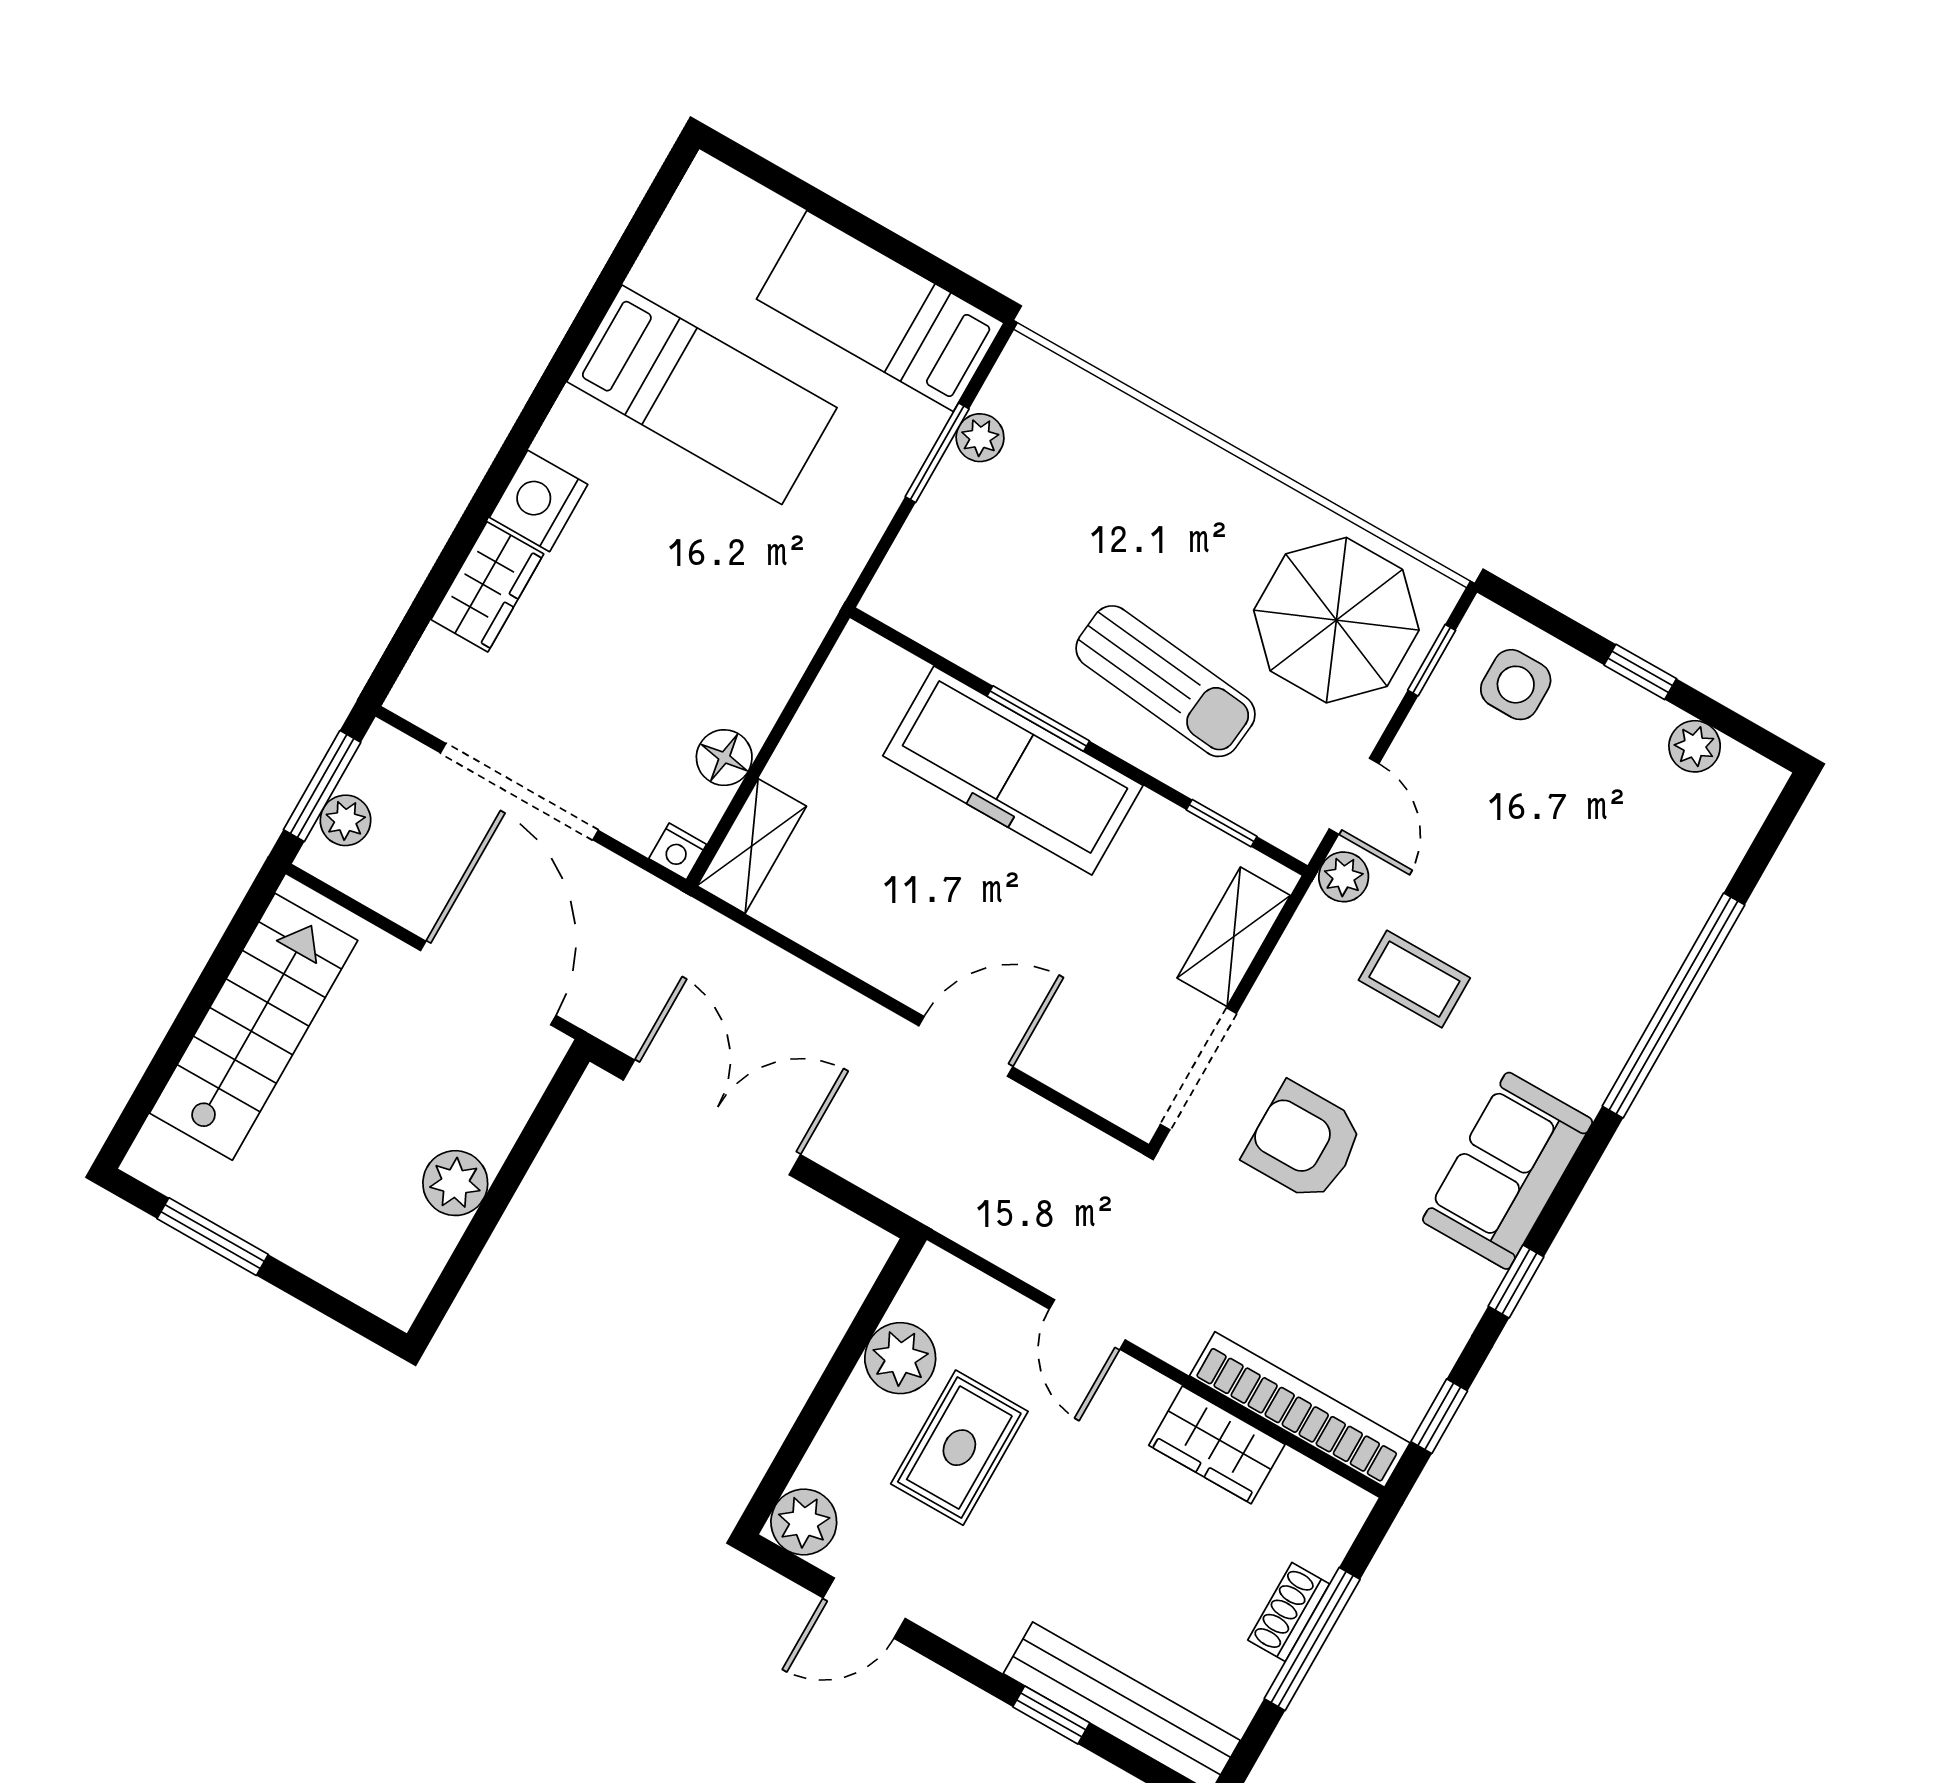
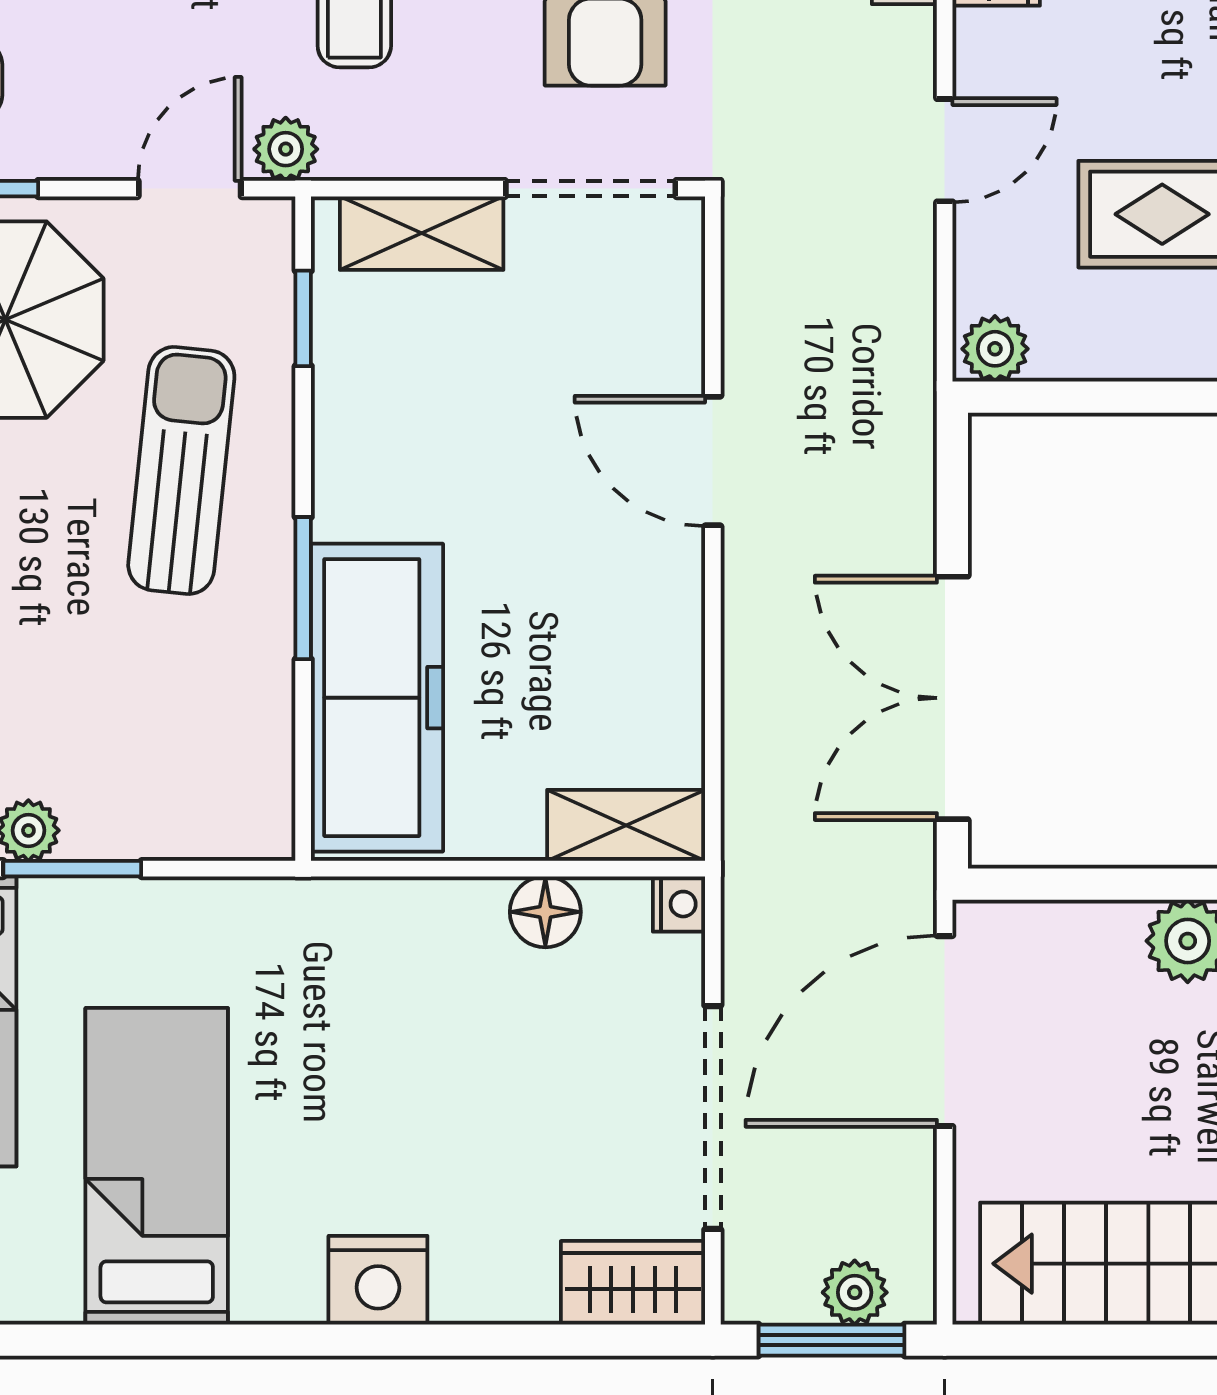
wardrobe: (487, 587) -> (633, 1283), moved
freezer: (1013, 771) -> (377, 698), moved
plant: (900, 1358) -> (995, 349), moved, width x0.73, depth x0.73

